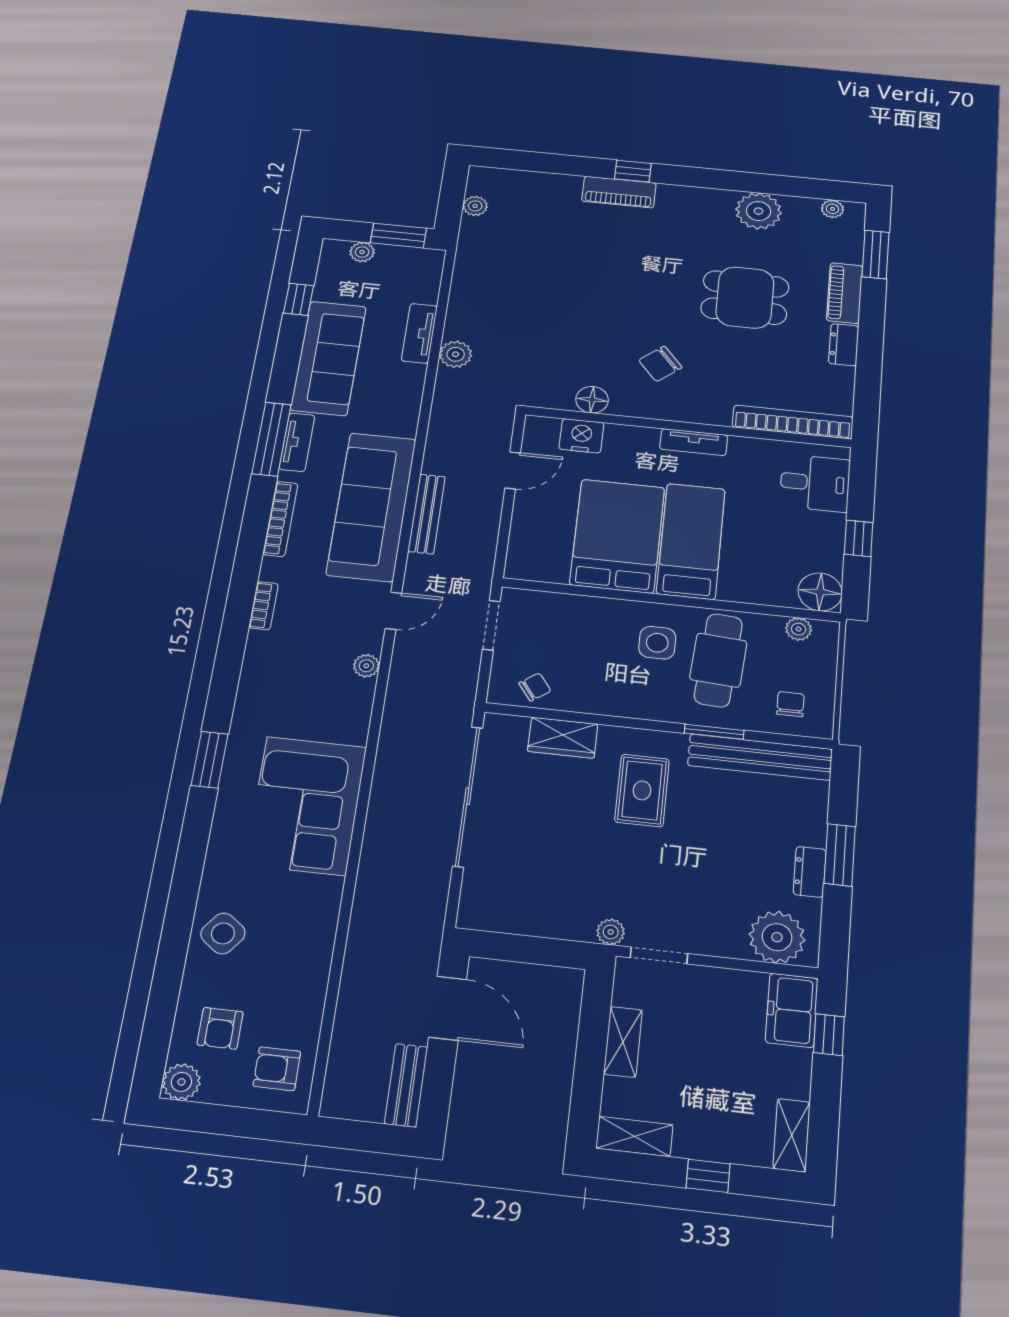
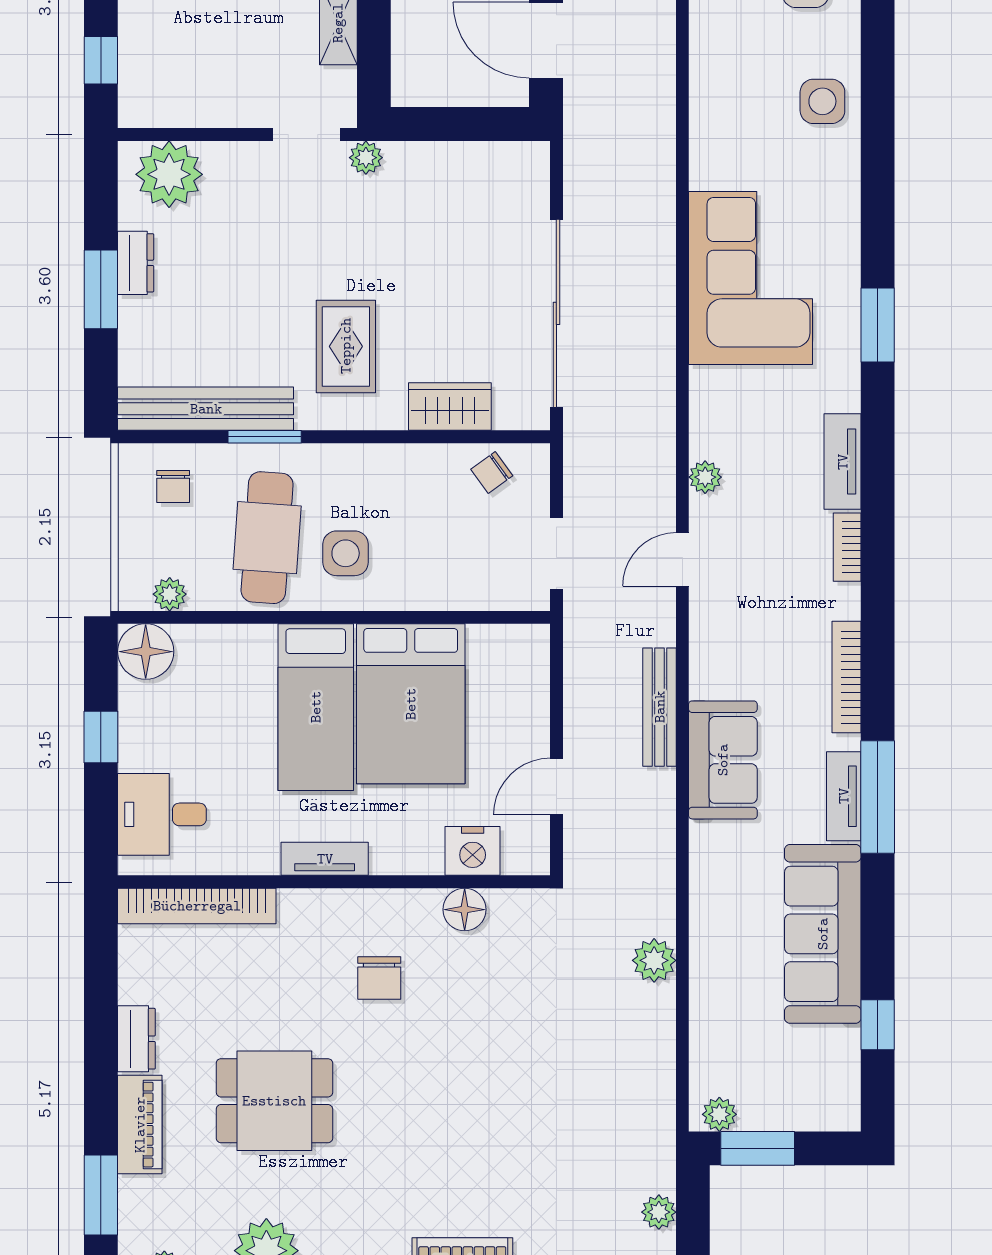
plant: (362, 252) -> (719, 1114), moved
tv unit: (419, 333) -> (843, 462), moved, turned 180
chair: (660, 364) -> (379, 978), turned 130
sofa: (371, 507) -> (723, 760), width x0.54, depth x0.79
side table: (223, 933) -> (822, 101), turned -37
freezer: (792, 1010) -> (146, 85), removed

